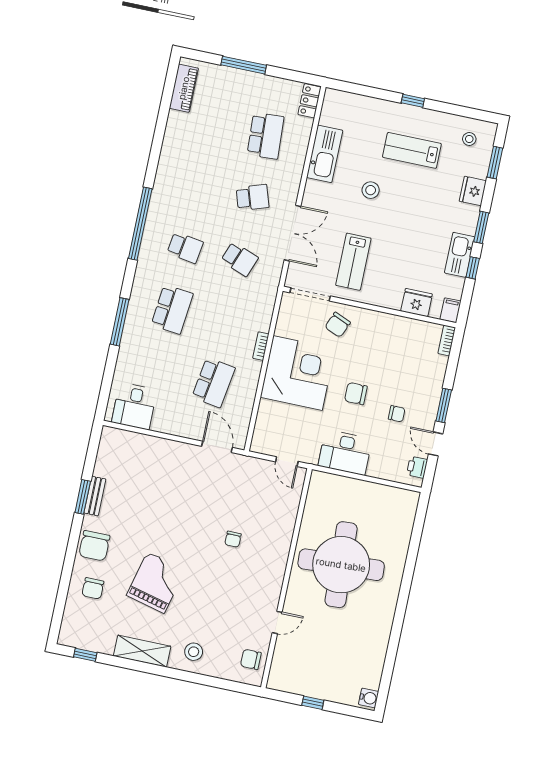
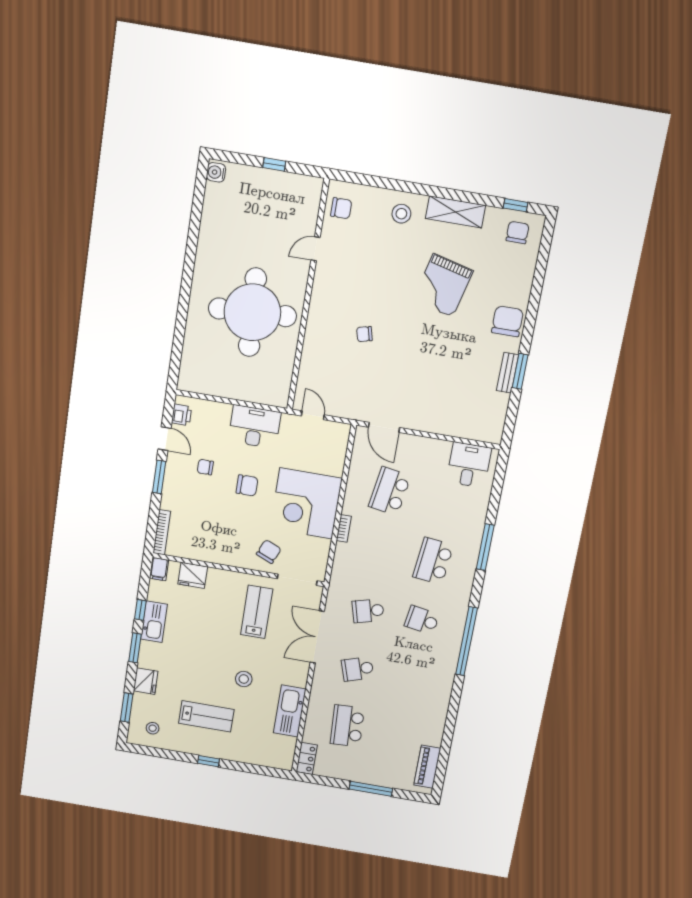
school desk: (240, 259) -> (368, 611), turned -36
bookcase: (447, 340) -> (162, 532), width x1.56
chair: (233, 539) -> (364, 334), turned -104
chair: (93, 588) -> (518, 232), moved

